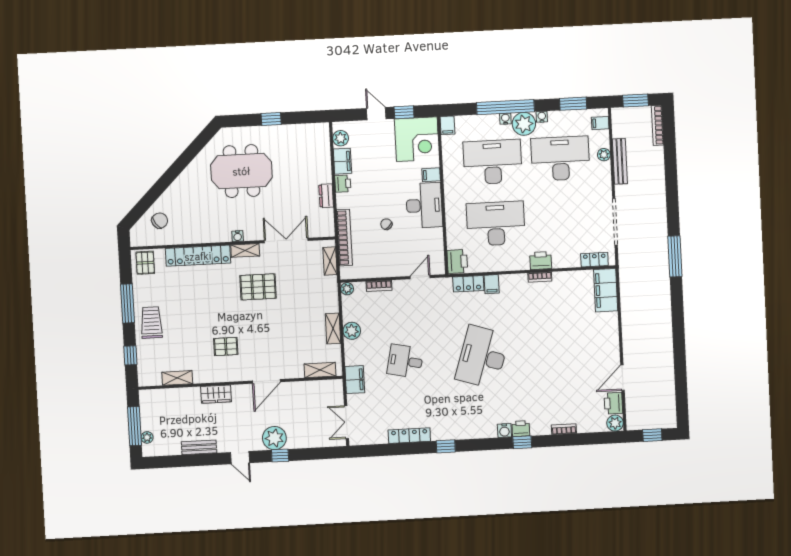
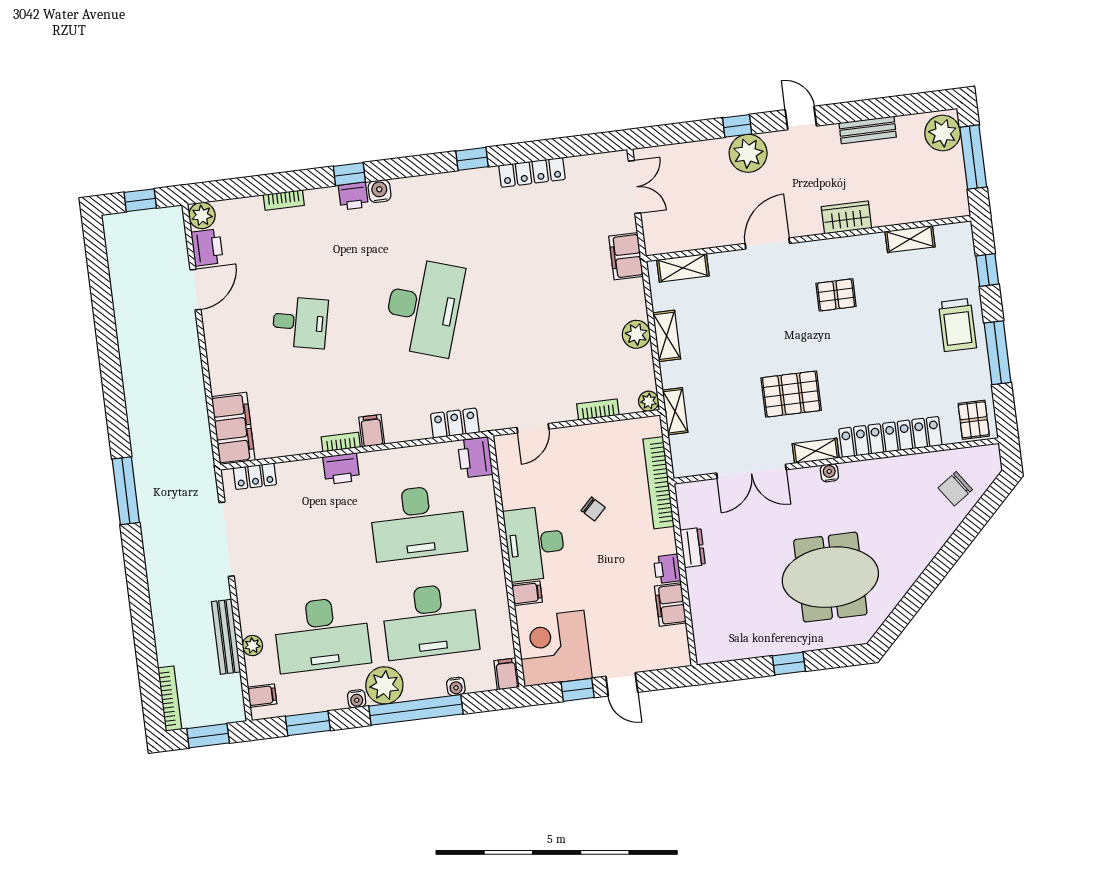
water cooler: (505, 119) -> (456, 686), moved
plant: (341, 138) -> (676, 641), removed
shelving: (330, 261) -> (675, 411), moved
filing cabinet: (492, 284) -> (372, 431), moved
desk: (405, 361) -> (300, 322), moved
plant: (147, 437) -> (943, 133), width x1.87, depth x1.87

